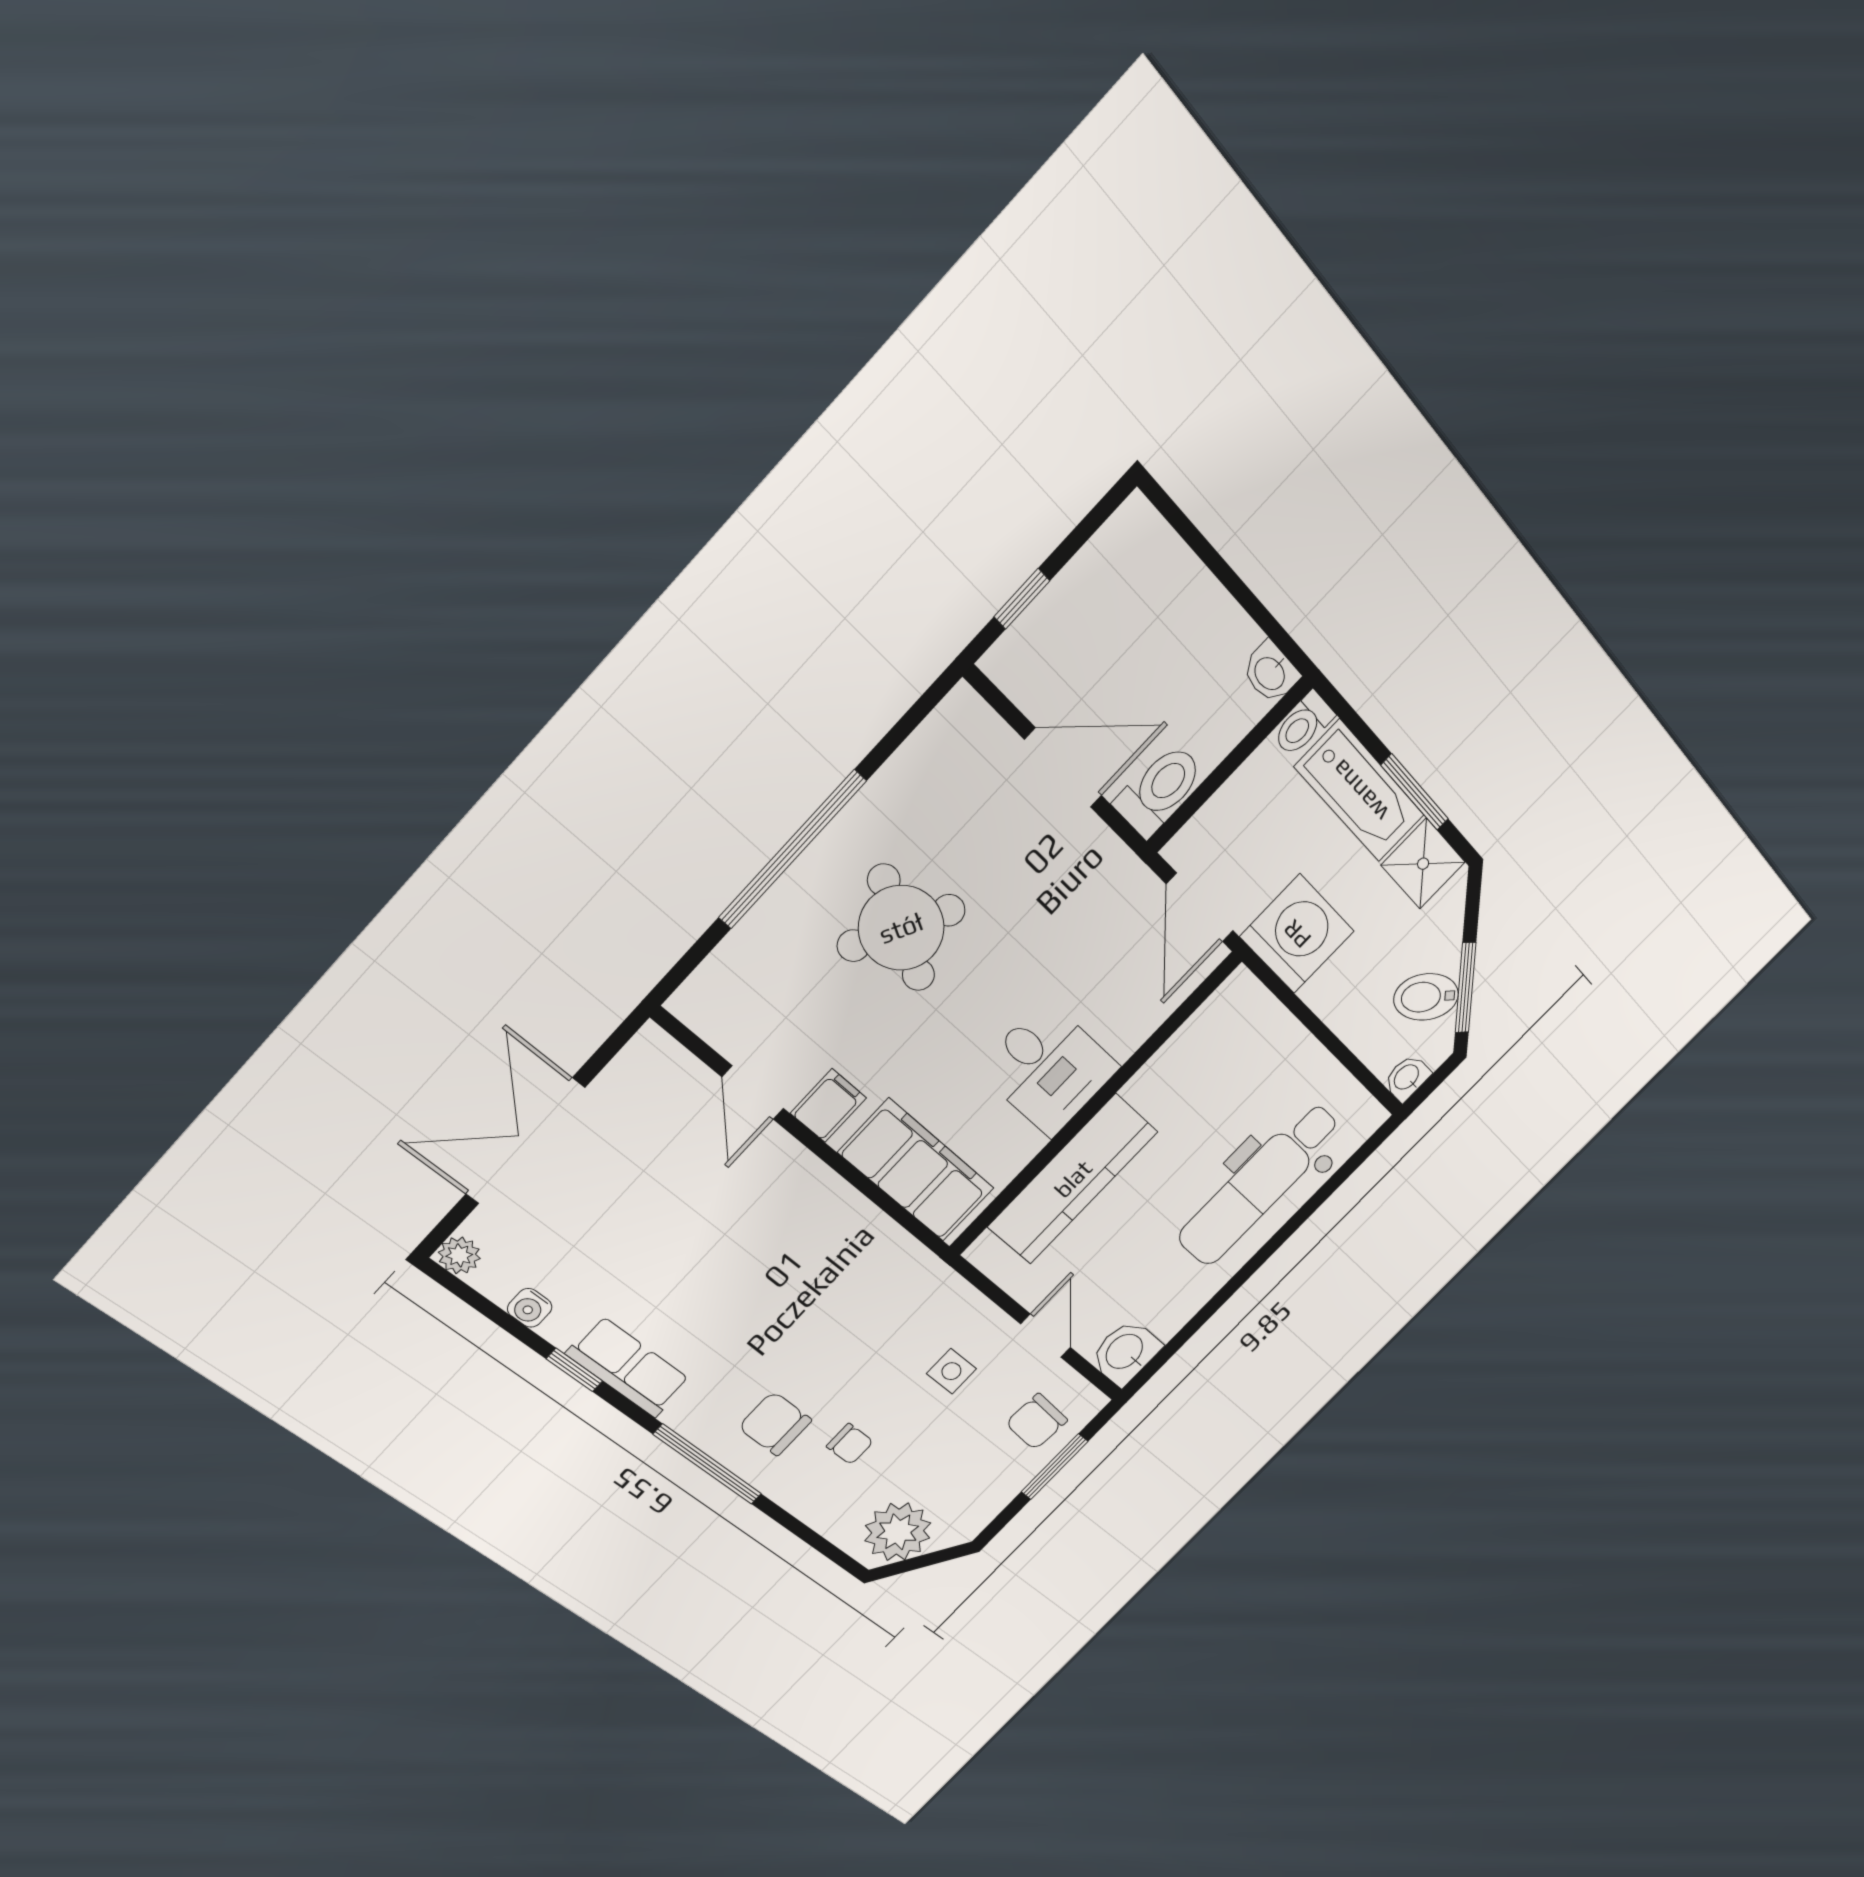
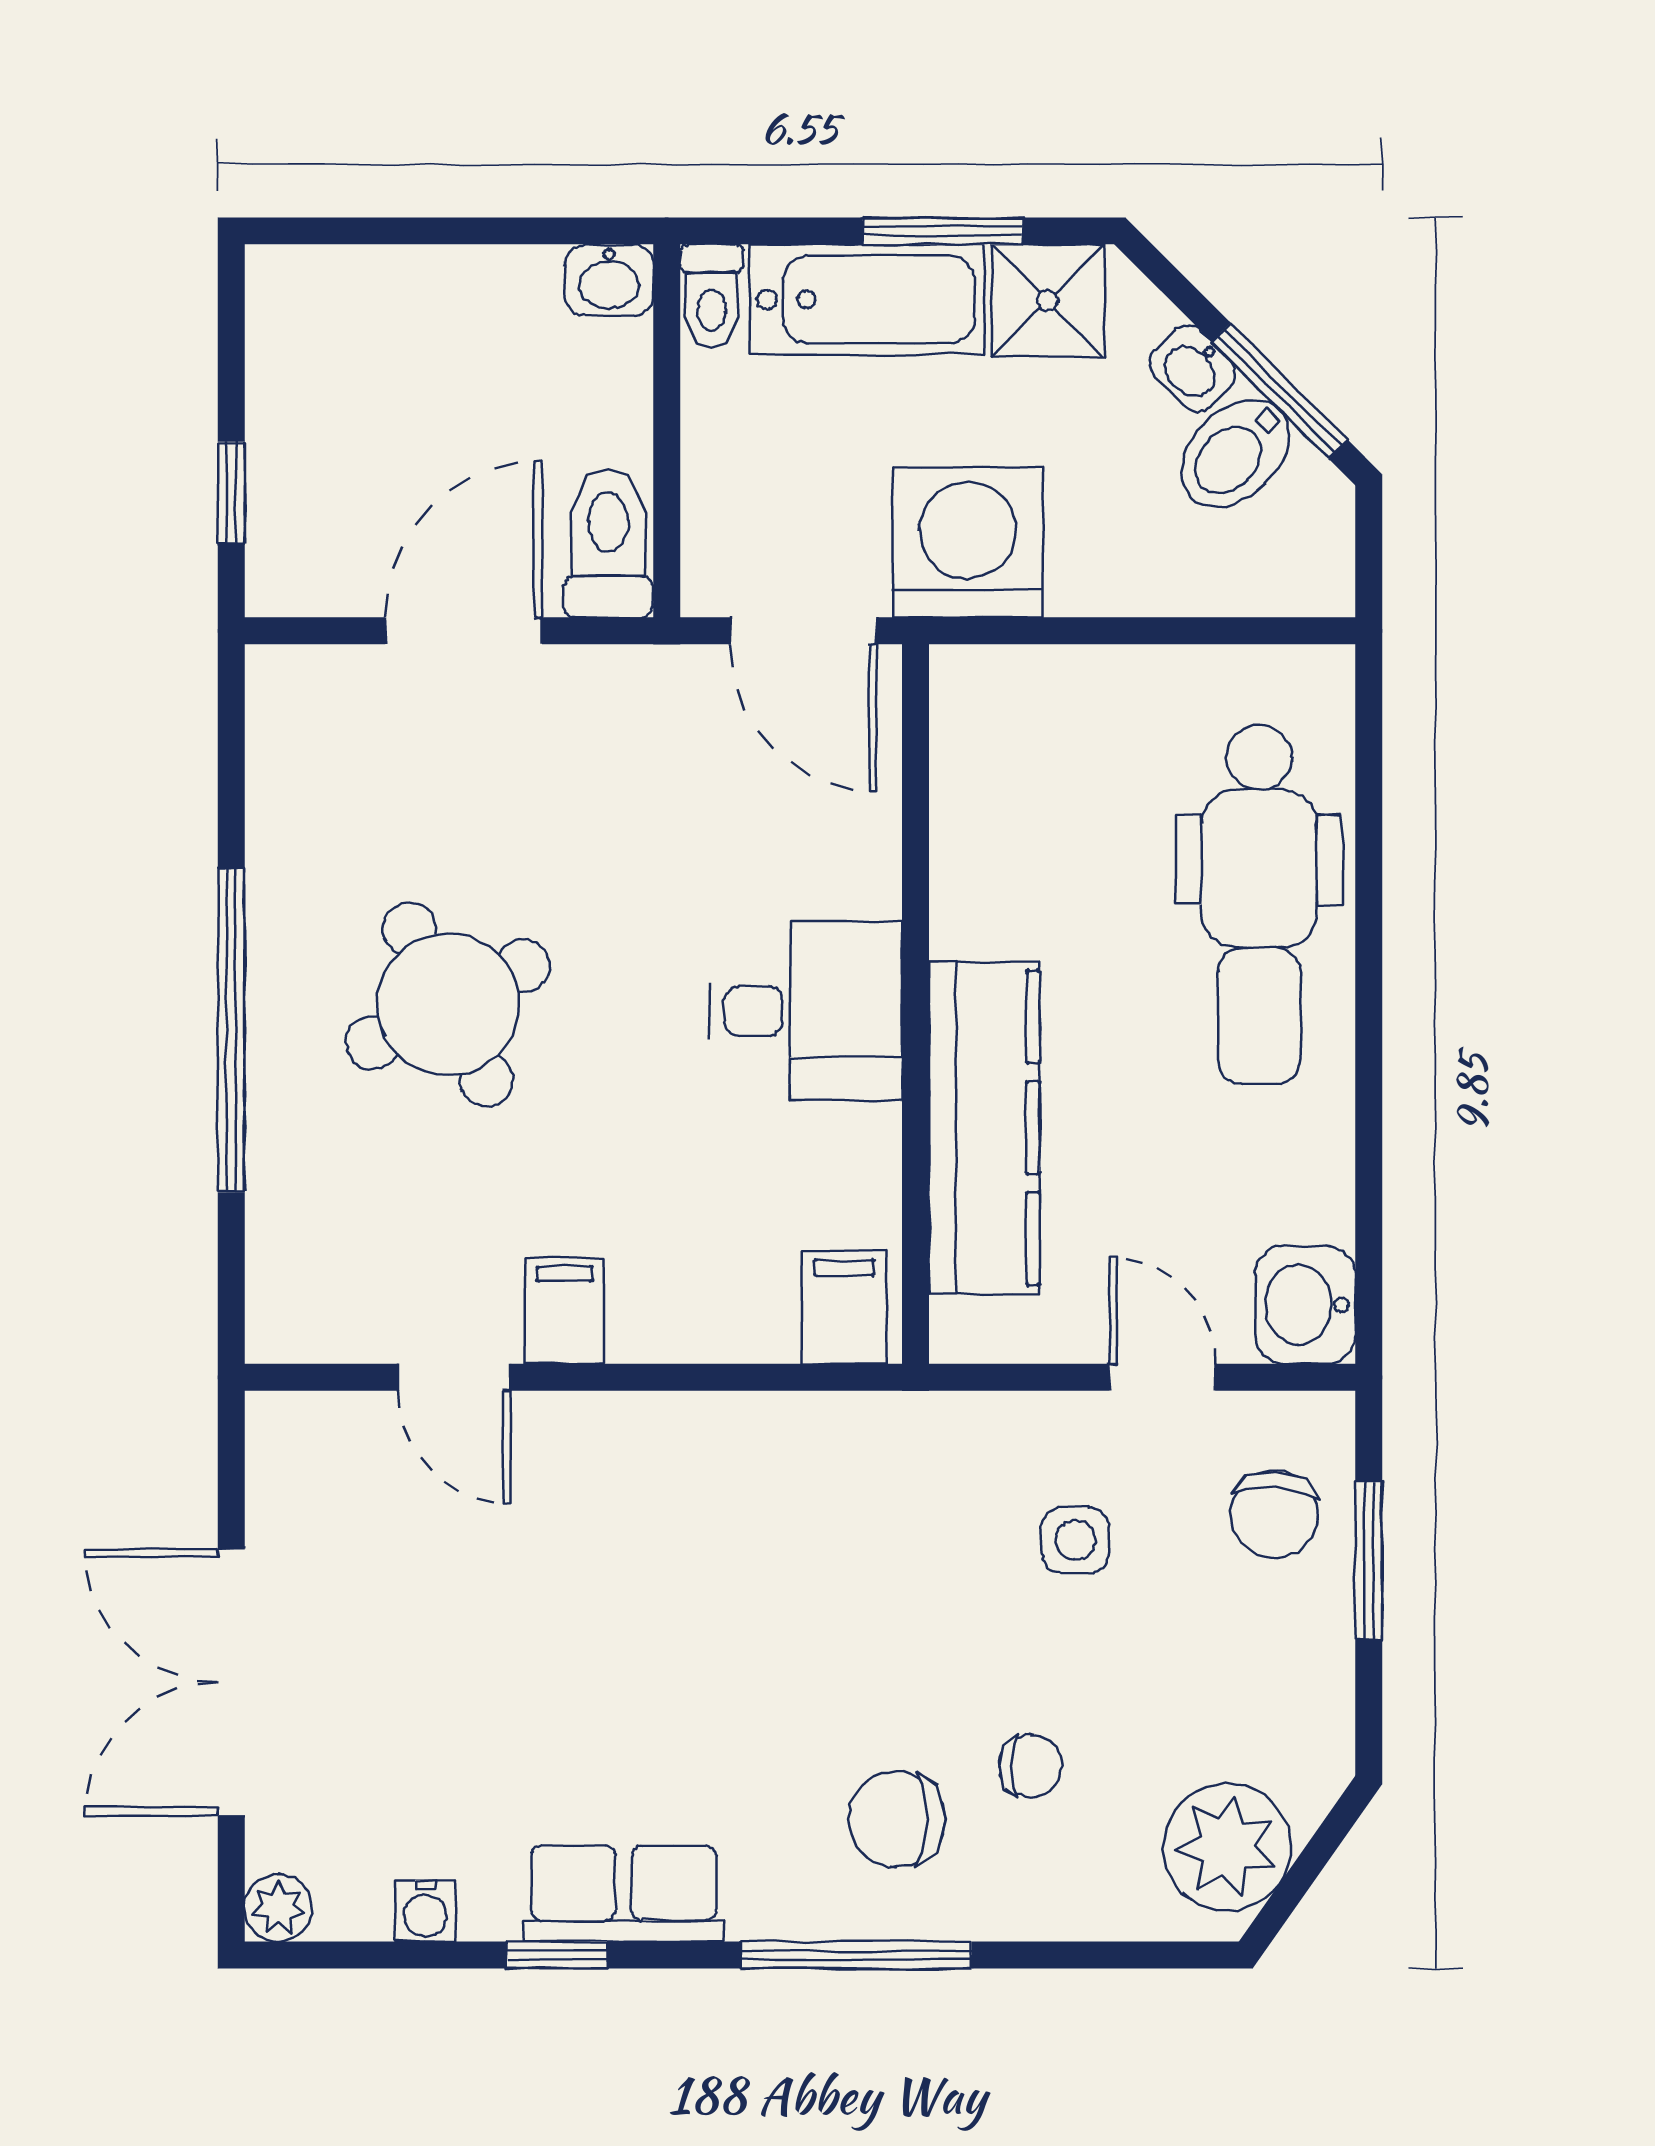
round table: (901, 928) -> (448, 1004), turned 36
washbasin: (1407, 1078) -> (1193, 368), moved, turned -45
filing cabinet: (916, 1170) -> (844, 1307), width x0.33, depth x0.86

